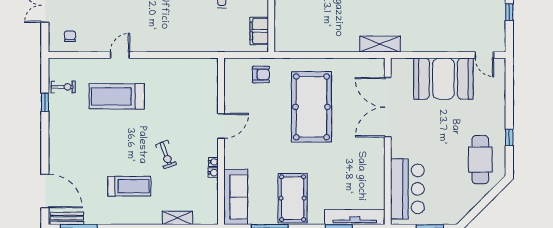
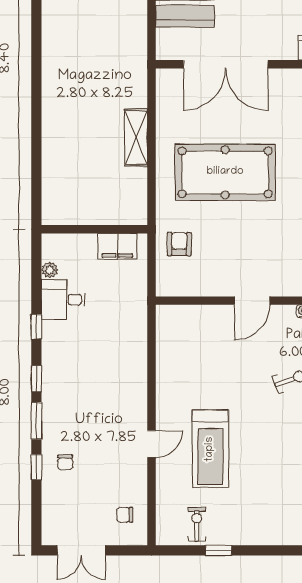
shelving: (380, 44) -> (136, 138), moved
door: (120, 55) -> (152, 444), swing flipped
door: (221, 126) -> (252, 301), swing flipped

